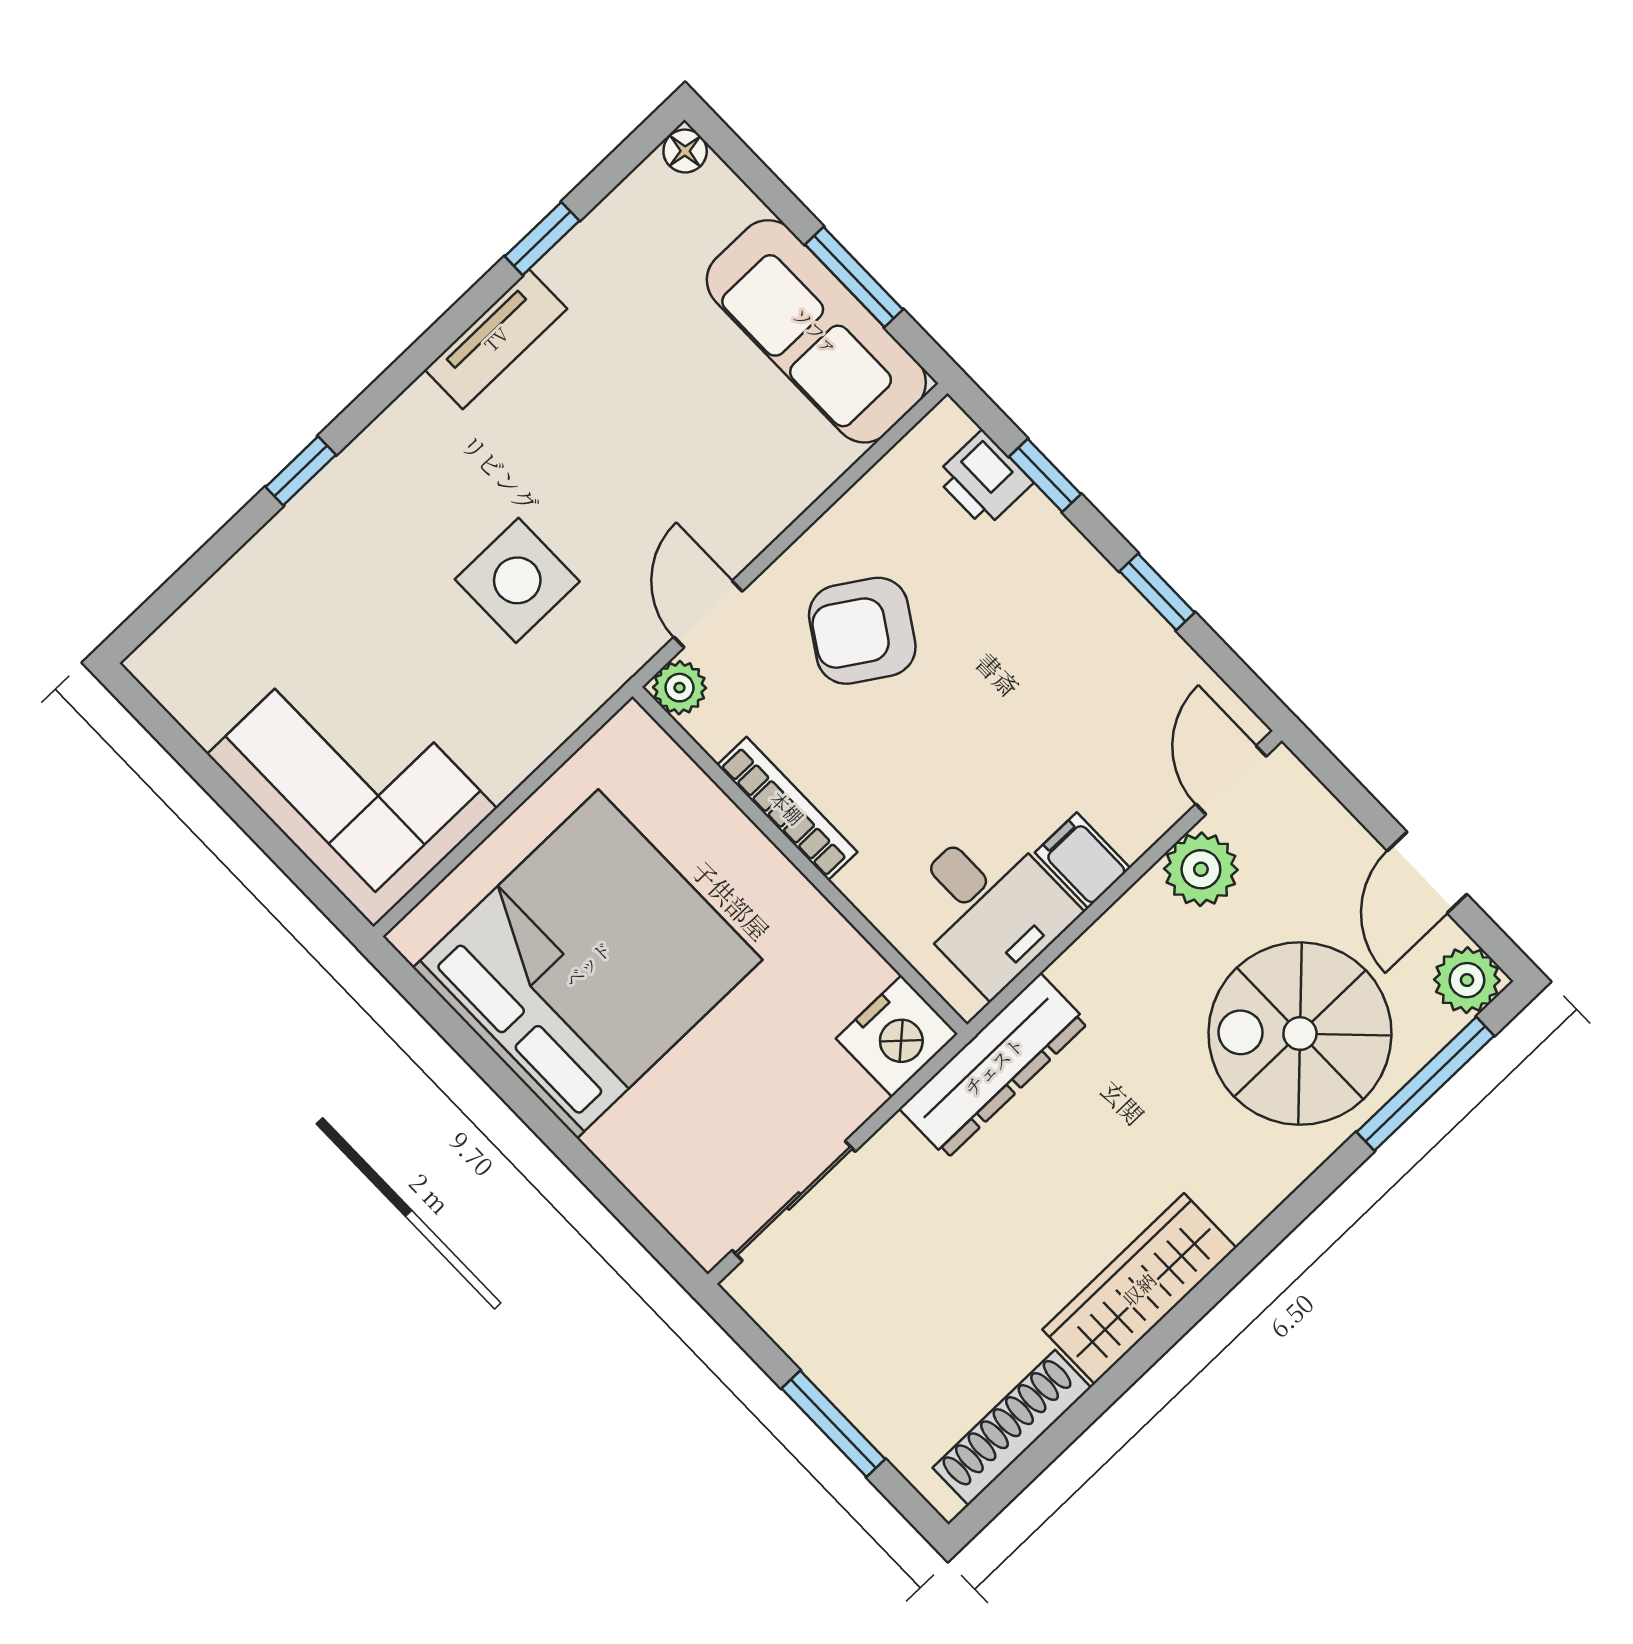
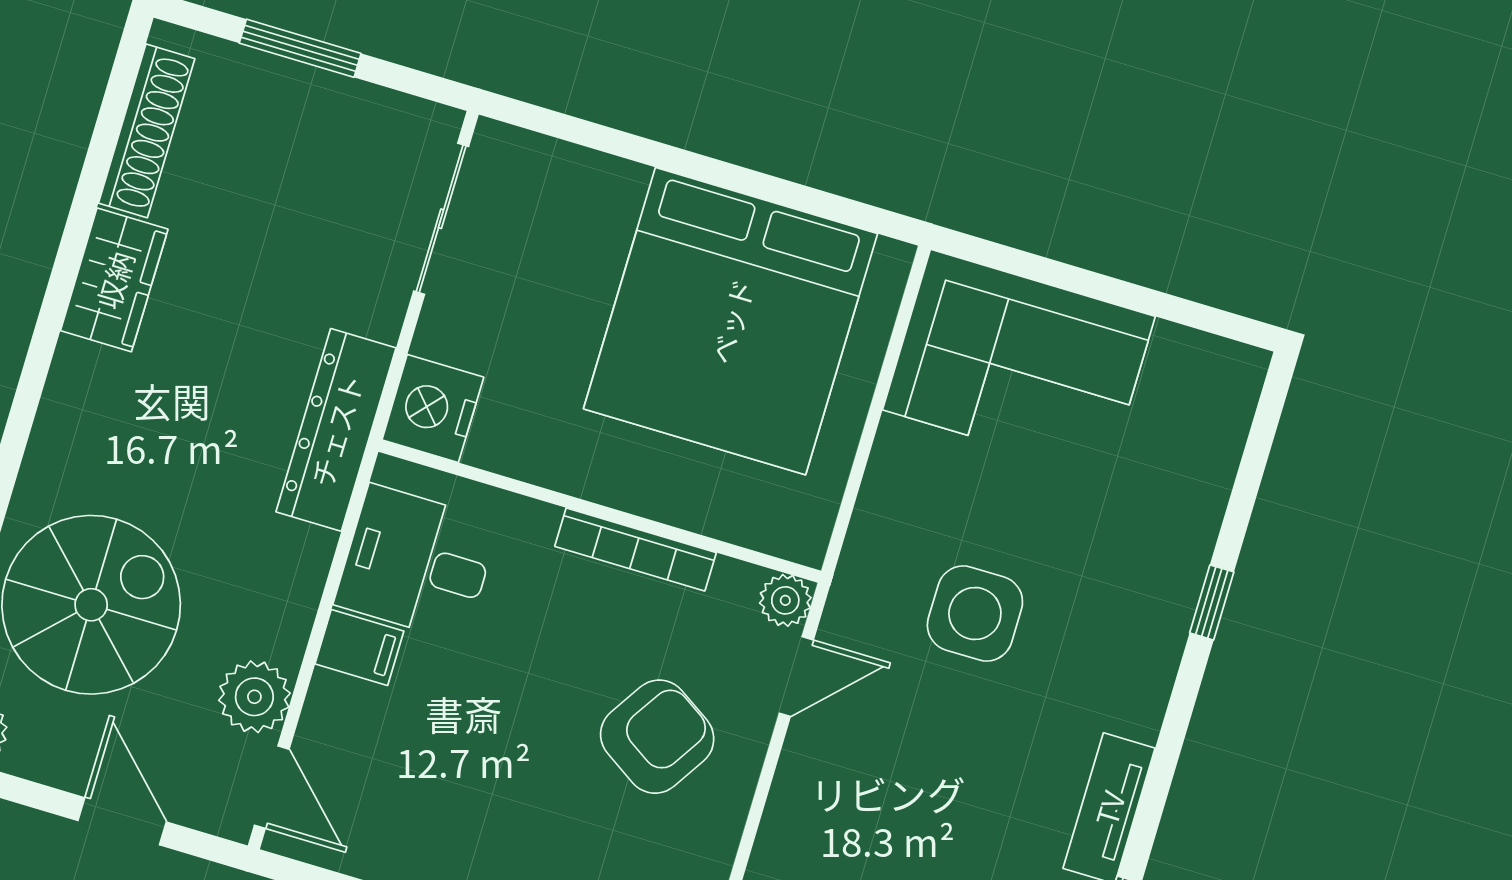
door: (708, 614) -> (796, 677), hinge flipped
door: (1427, 872) -> (122, 821), moved
wardrobe: (1139, 1289) -> (114, 280), width x0.67

